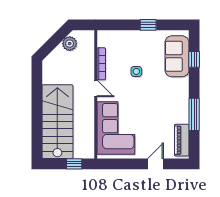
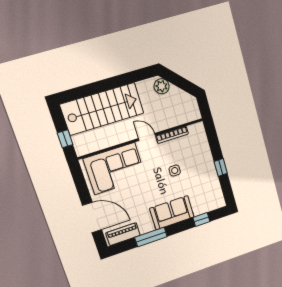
plant: (70, 44) -> (162, 86), moved
sofa: (177, 56) -> (172, 213), moved
door: (96, 88) -> (147, 137), swing flipped
door: (155, 164) -> (92, 218), width x1.88

